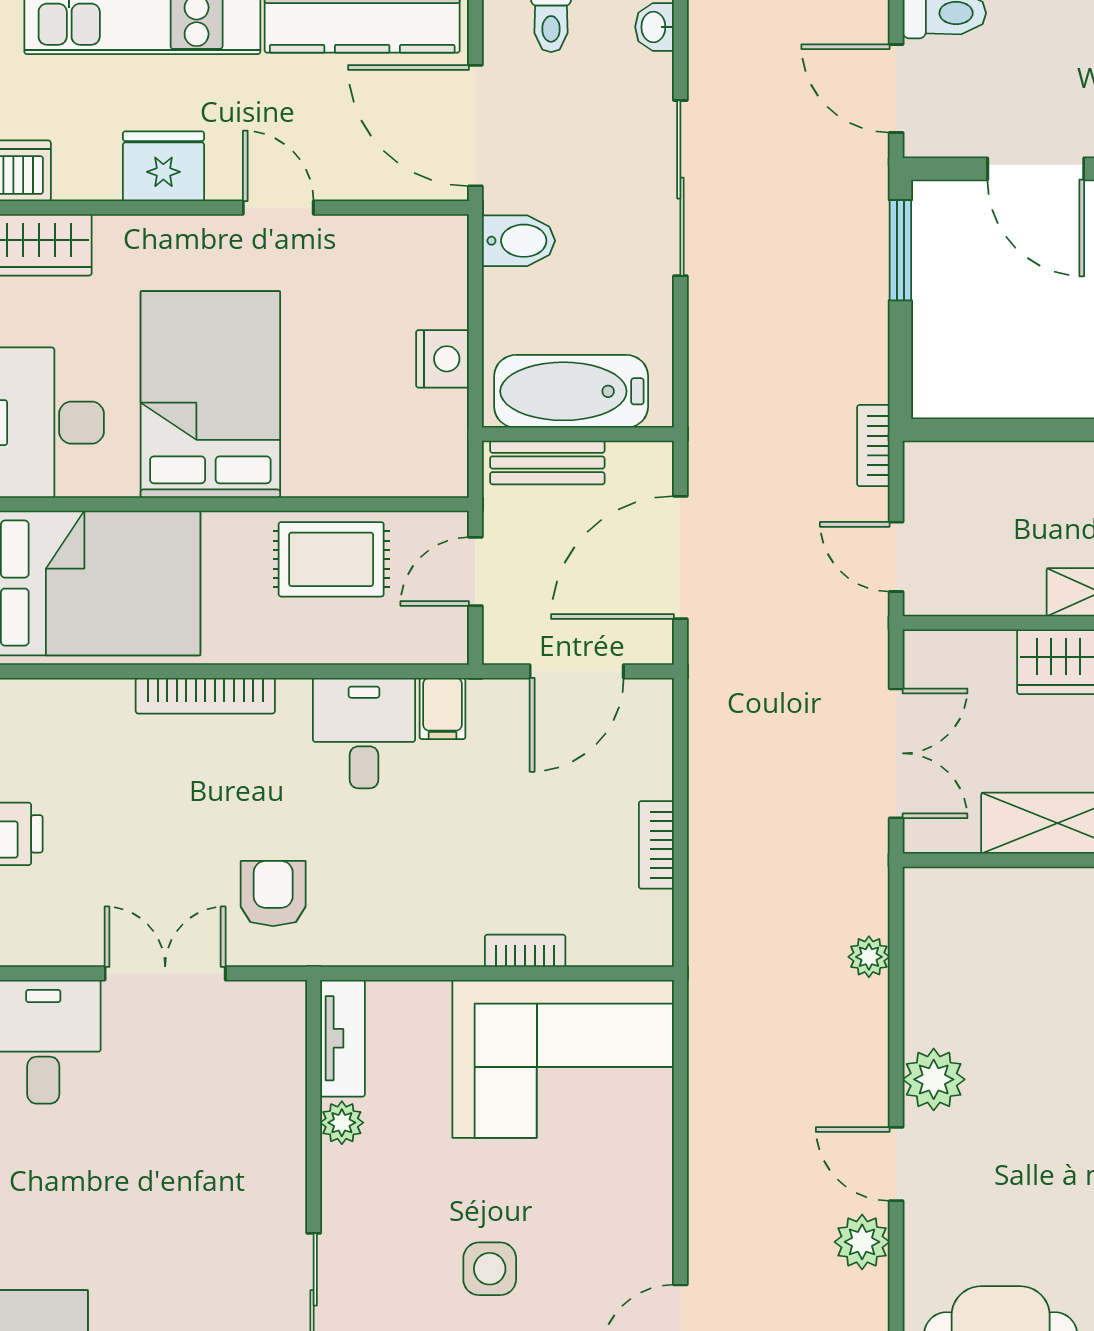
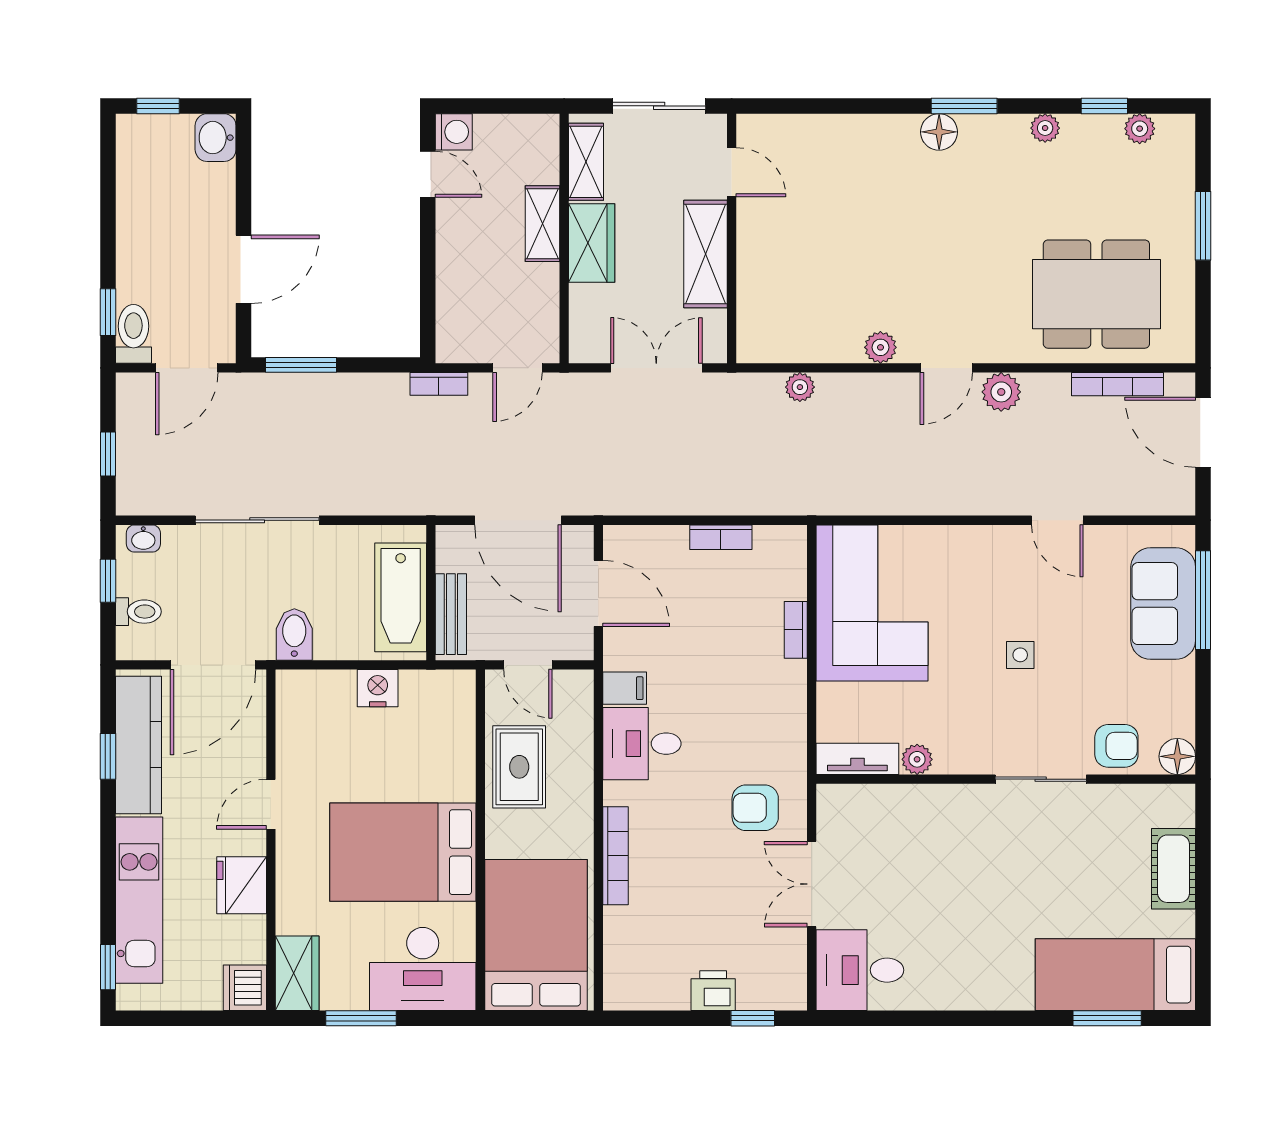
plant: (934, 1079) -> (880, 347), width x0.73, depth x0.73
side table: (490, 1269) -> (1020, 655), width x0.73, depth x0.73

